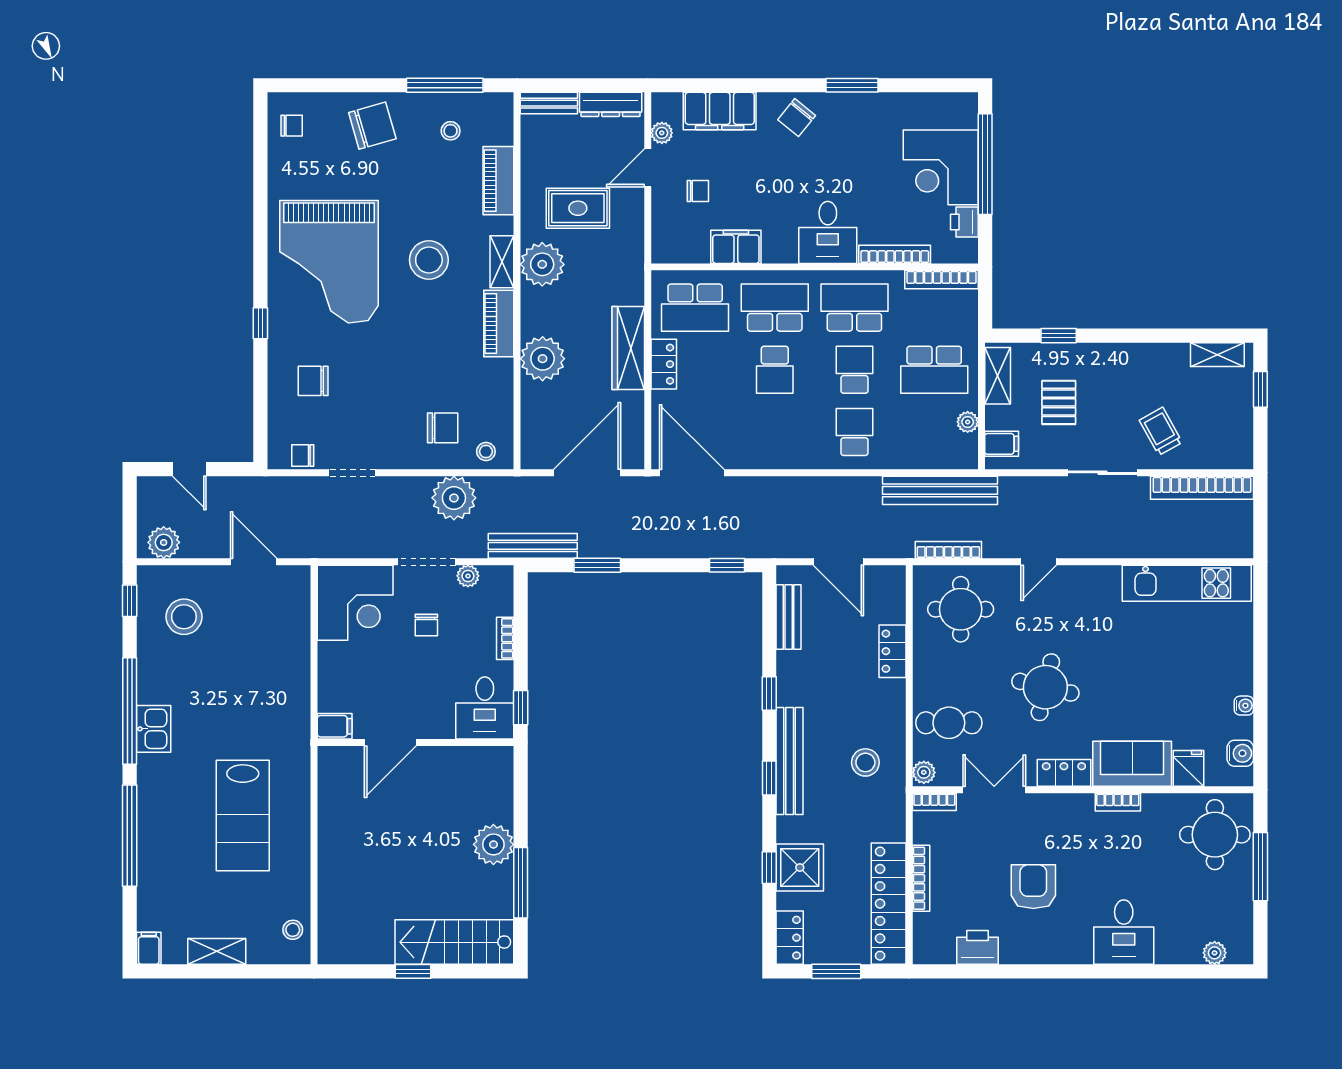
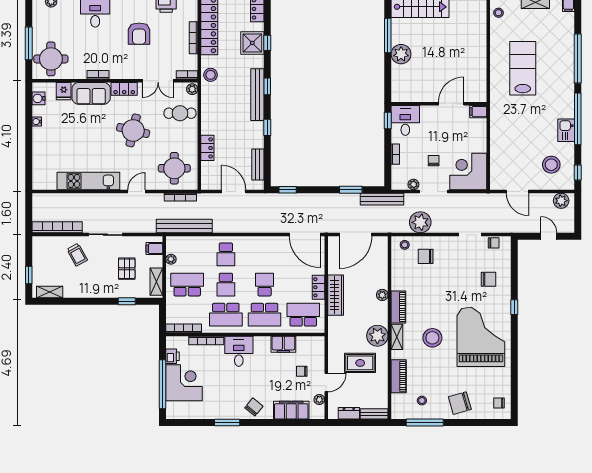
dresser: (611, 104) -> (349, 413), width x0.70
plant: (543, 359) -> (382, 295), width x0.53, depth x0.53
kitchen unit: (1187, 583) -> (88, 181), moved
kitchen sink: (154, 729) -> (566, 130), moved
stool: (865, 762) -> (211, 75), moved

